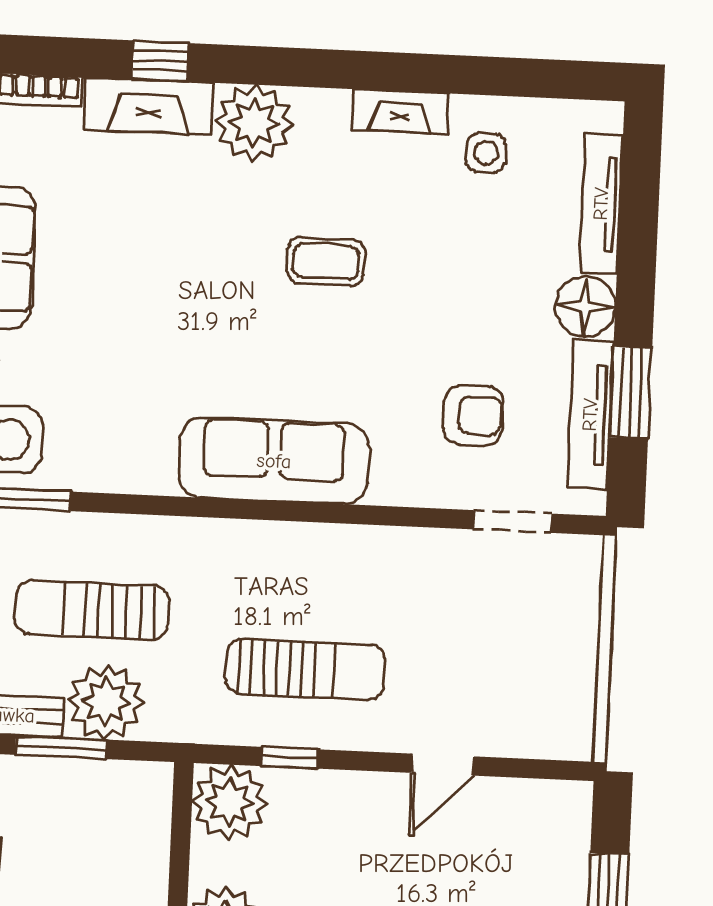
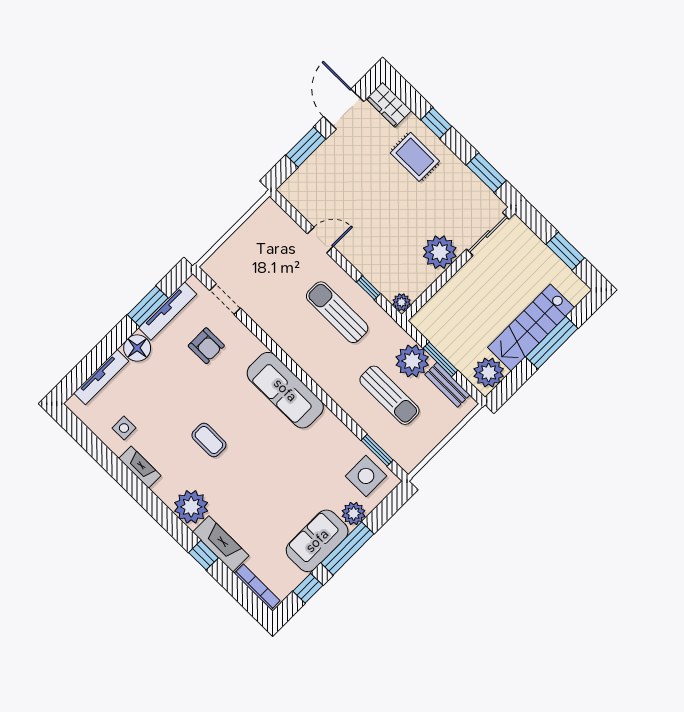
armchair: (473, 415) -> (206, 346), turned 180
plant: (229, 802) -> (402, 302), width x0.53, depth x0.53

